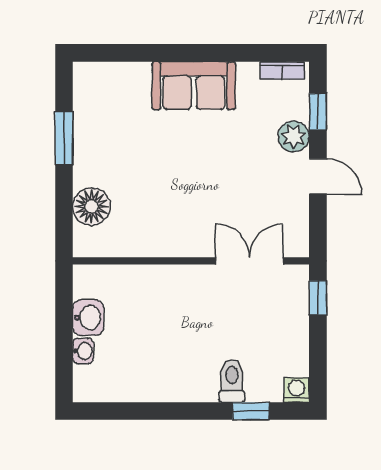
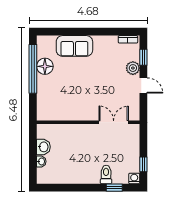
sofa: (194, 86) -> (74, 46), moved
window: (64, 138) -> (33, 69), width x2.11
floor lamp: (91, 207) -> (45, 66), moved
window: (318, 298) -> (143, 164), moved

